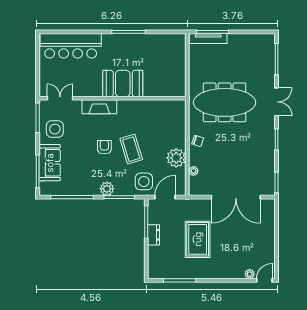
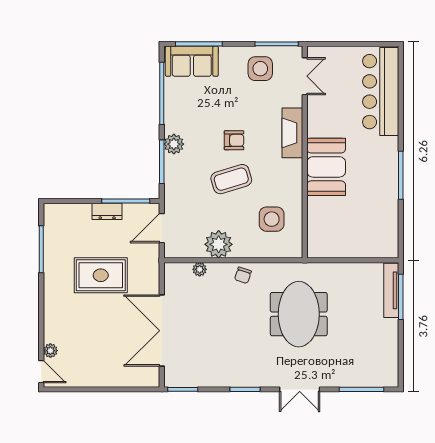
meeting table: (225, 102) -> (299, 314), width x0.73
sofa: (50, 163) -> (192, 61), moved
side table: (144, 181) -> (272, 219), moved
door: (165, 197) -> (162, 228), swing flipped

